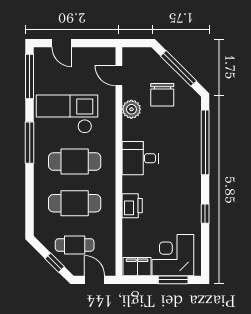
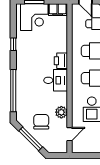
door: (119, 76) -> (69, 134), hinge flipped
printer: (132, 206) -> (61, 61), moved

